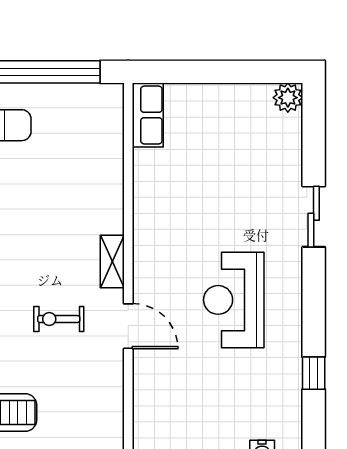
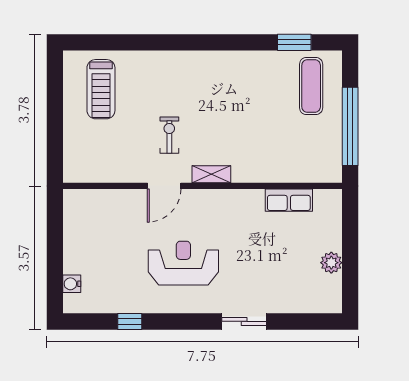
plant: (288, 98) -> (331, 263), moved
row of seats: (148, 115) -> (289, 200), moved

